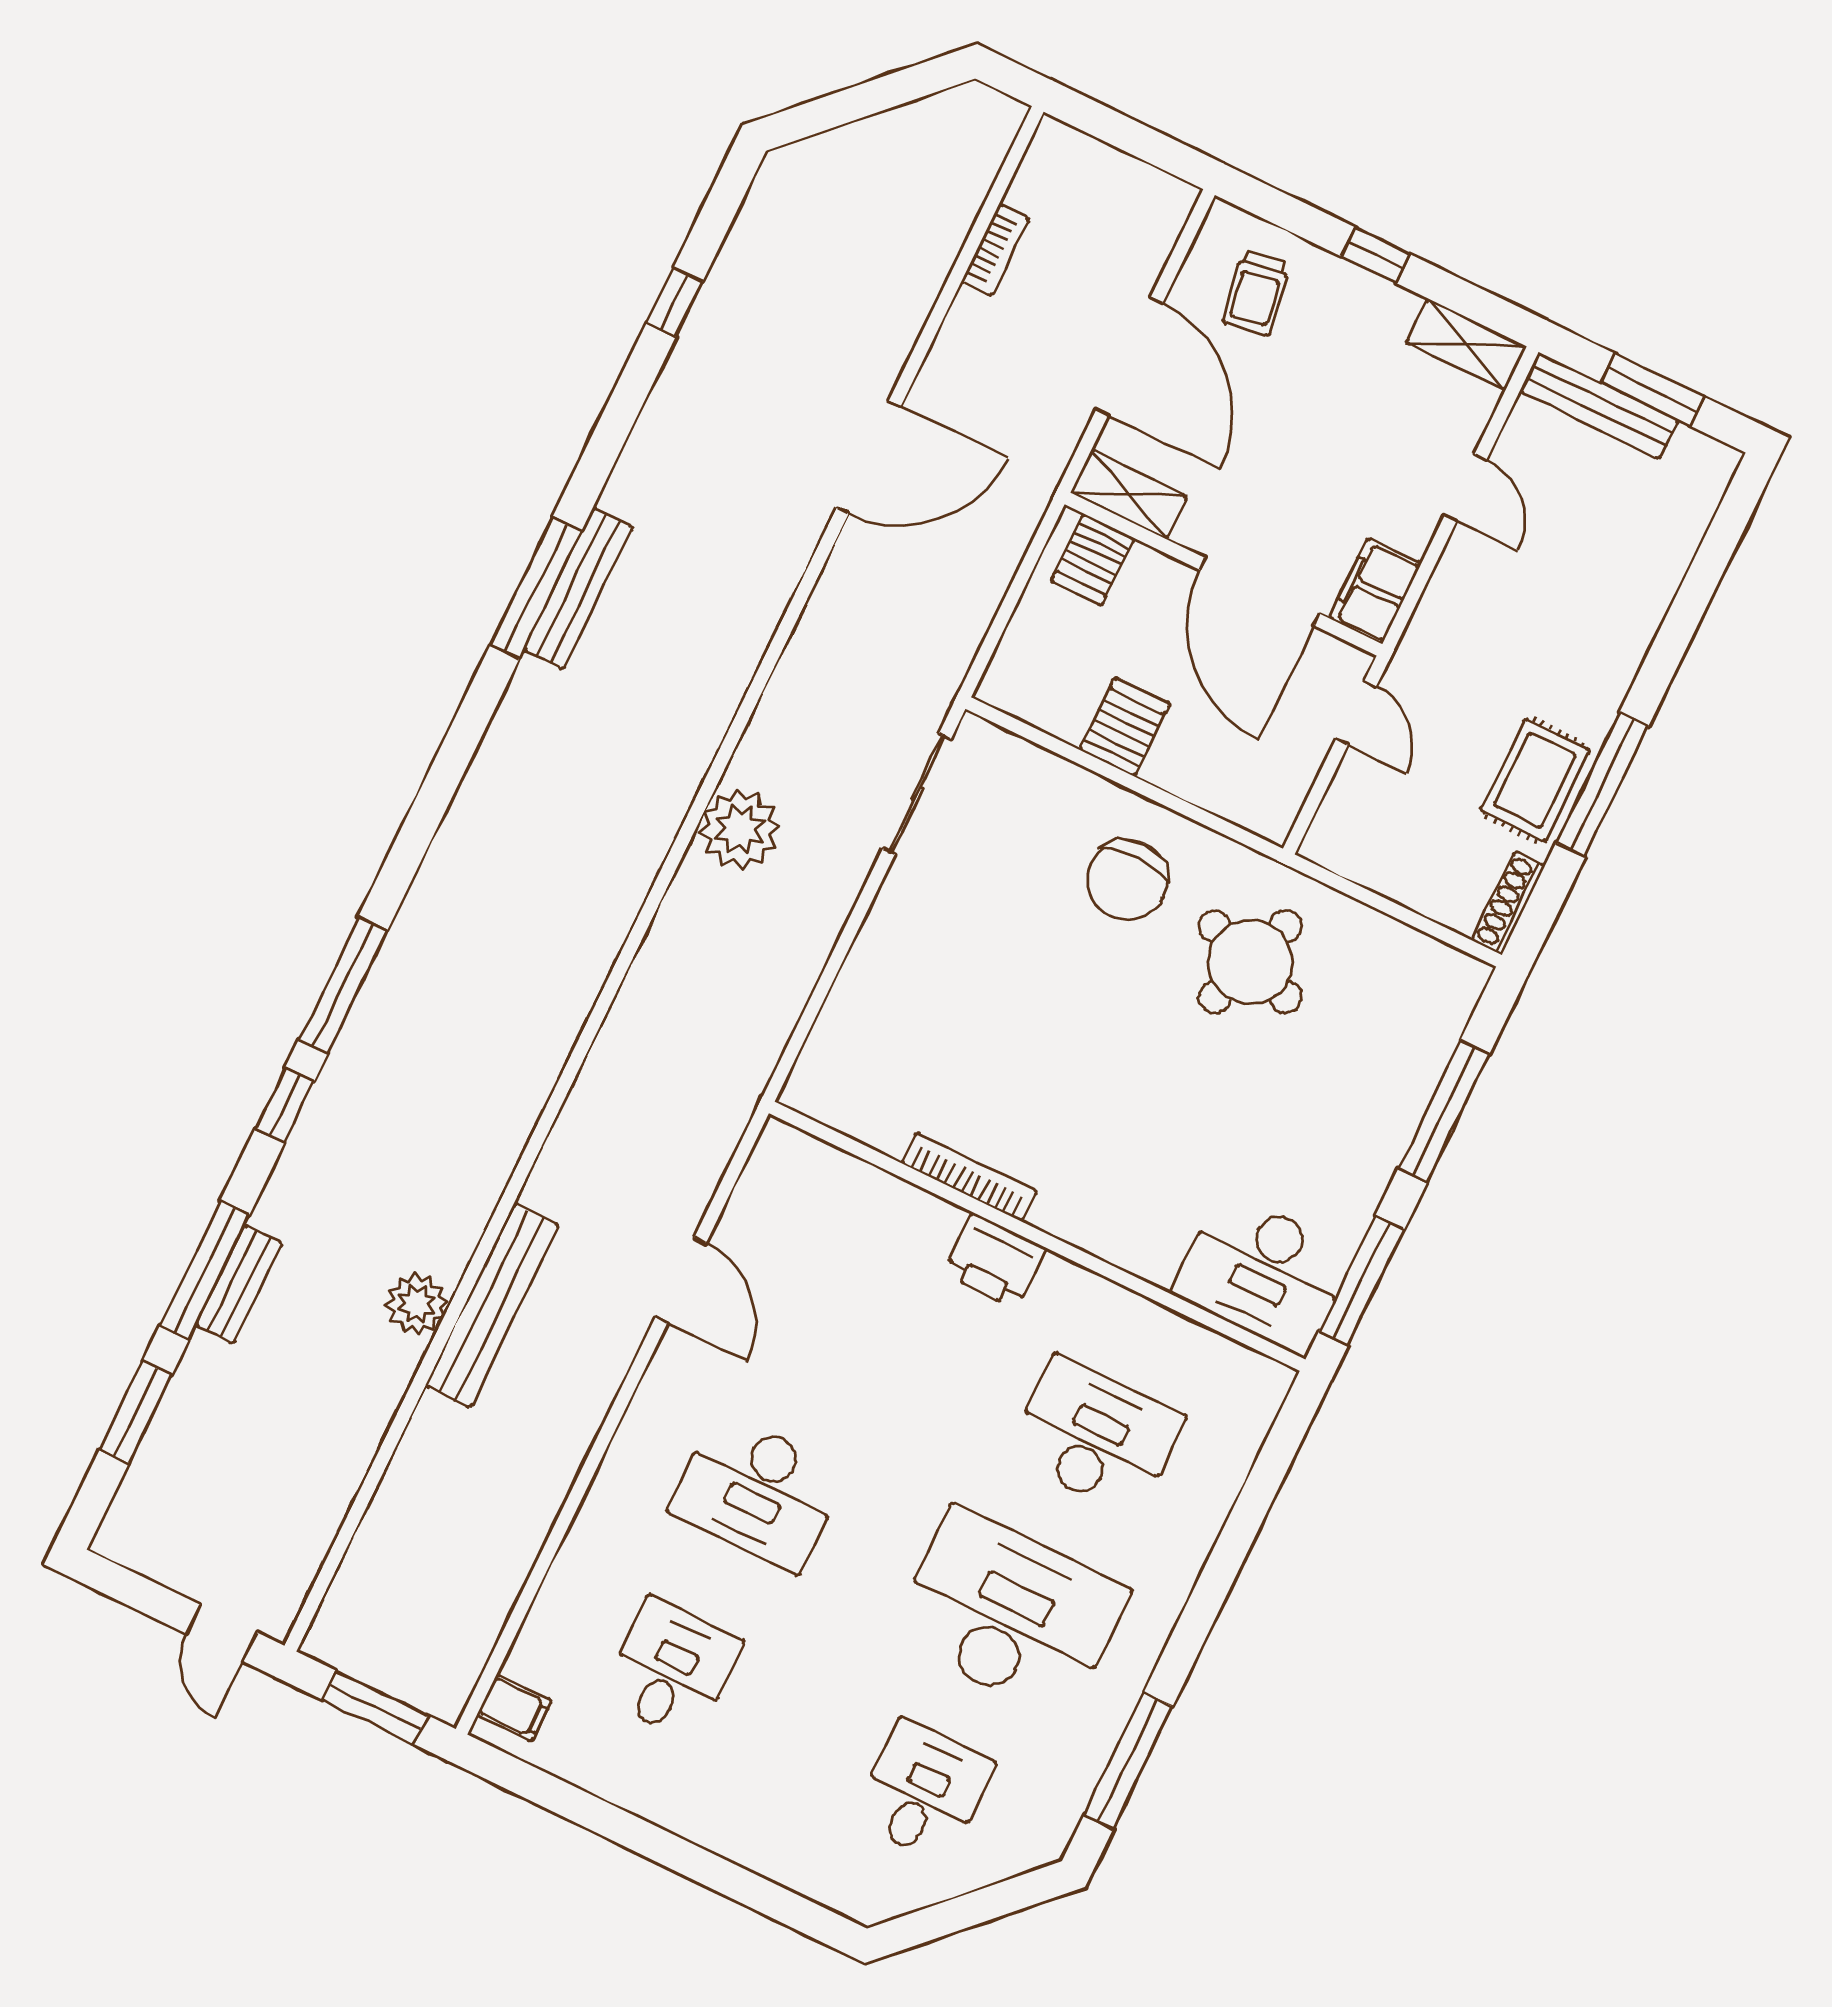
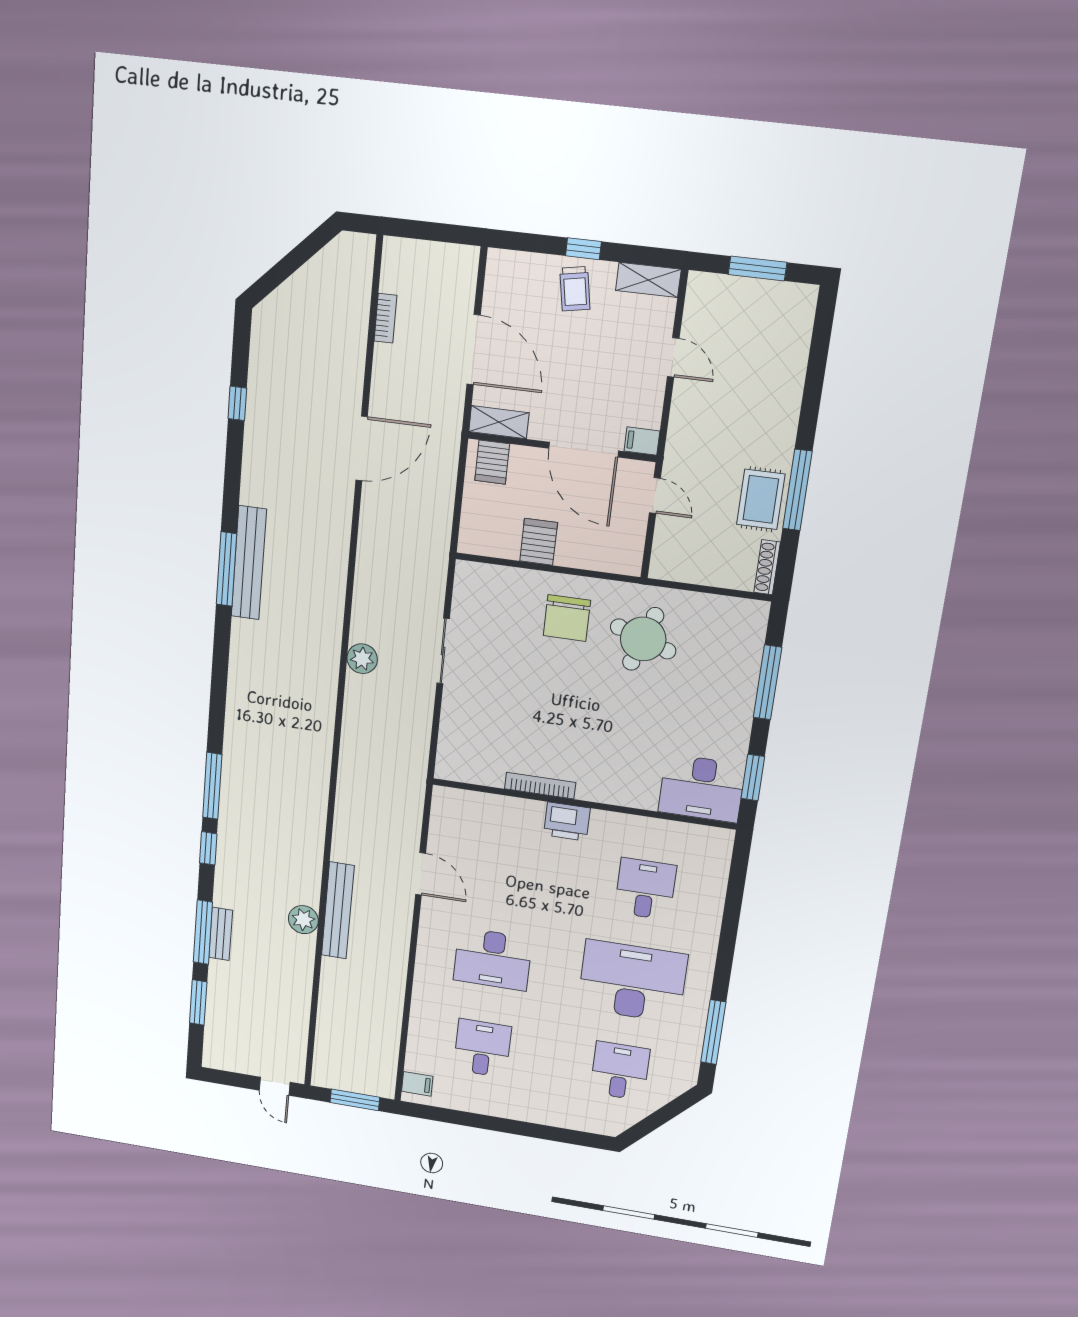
trolley: (1256, 293) -> (575, 289), moved
bench: (1599, 406) -> (731, 288), removed
bench: (578, 588) -> (249, 563), width x1.37, depth x1.21
filing cabinet: (1375, 591) -> (642, 441), width x0.50
sliding door: (917, 794) -> (443, 651), moved
plant: (740, 829) -> (362, 659), width x0.73, depth x0.73
window: (1362, 1280) -> (753, 777), width x0.69
desk: (1096, 1436) -> (645, 889), width x0.73

